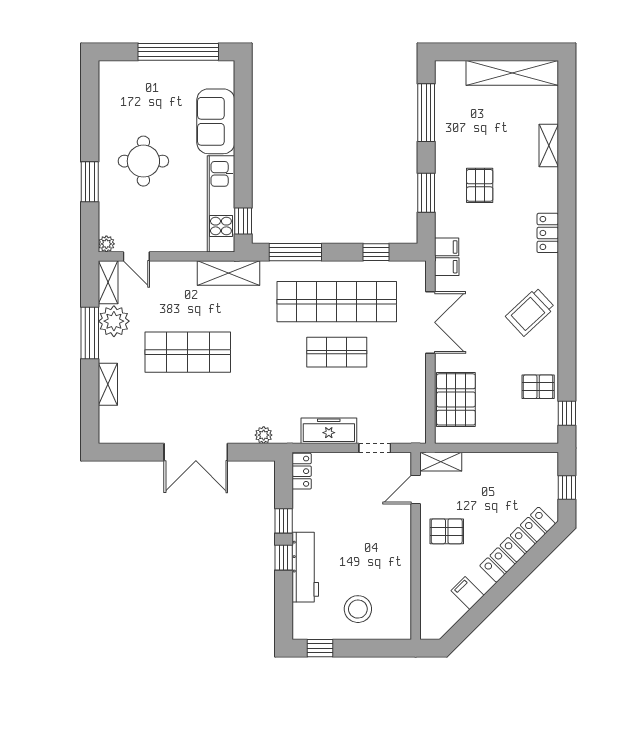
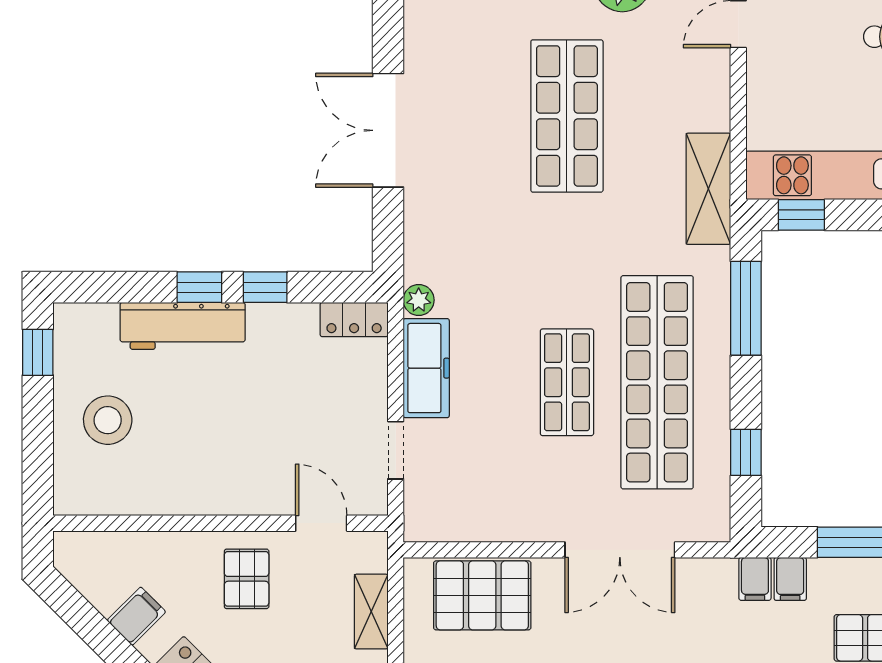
filing cabinet: (447, 267) -> (790, 579), moved
plant: (264, 435) -> (419, 300), moved
shelving: (441, 462) -> (371, 612), moved

